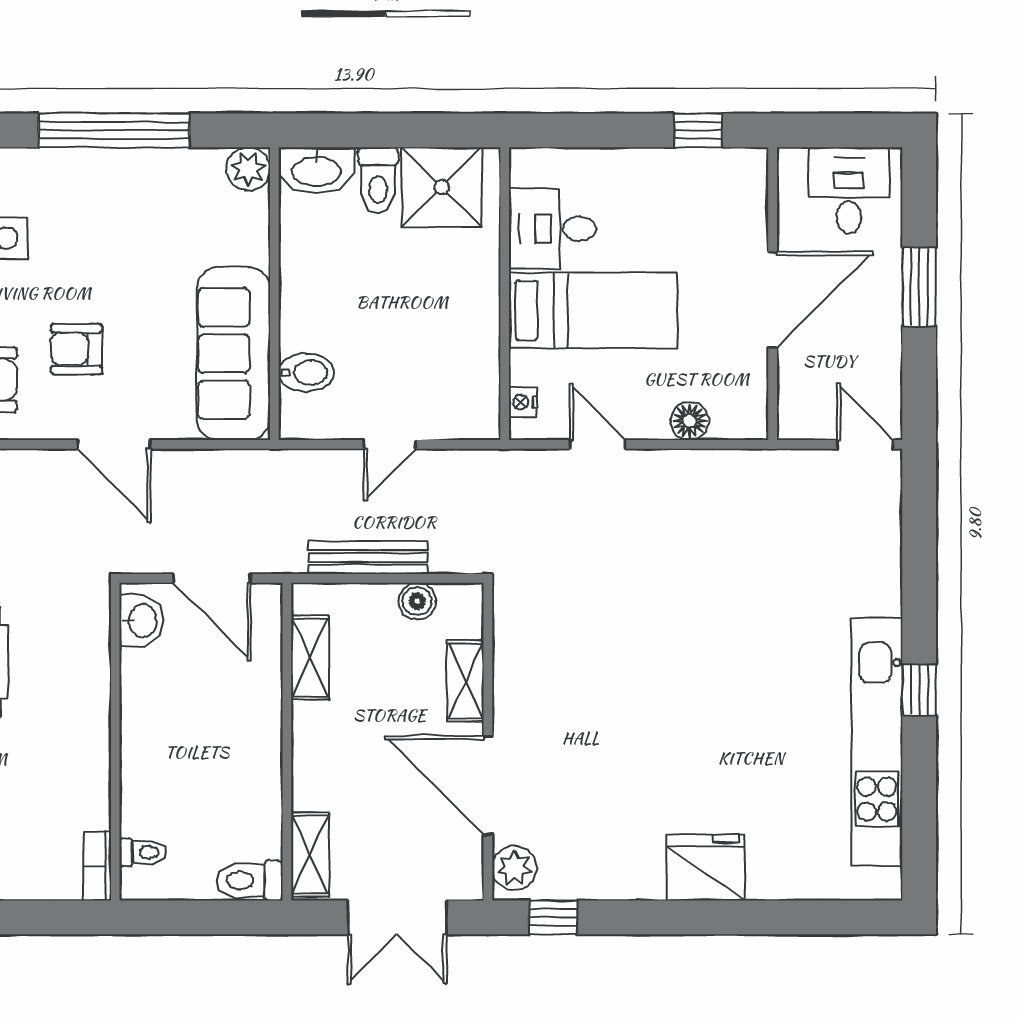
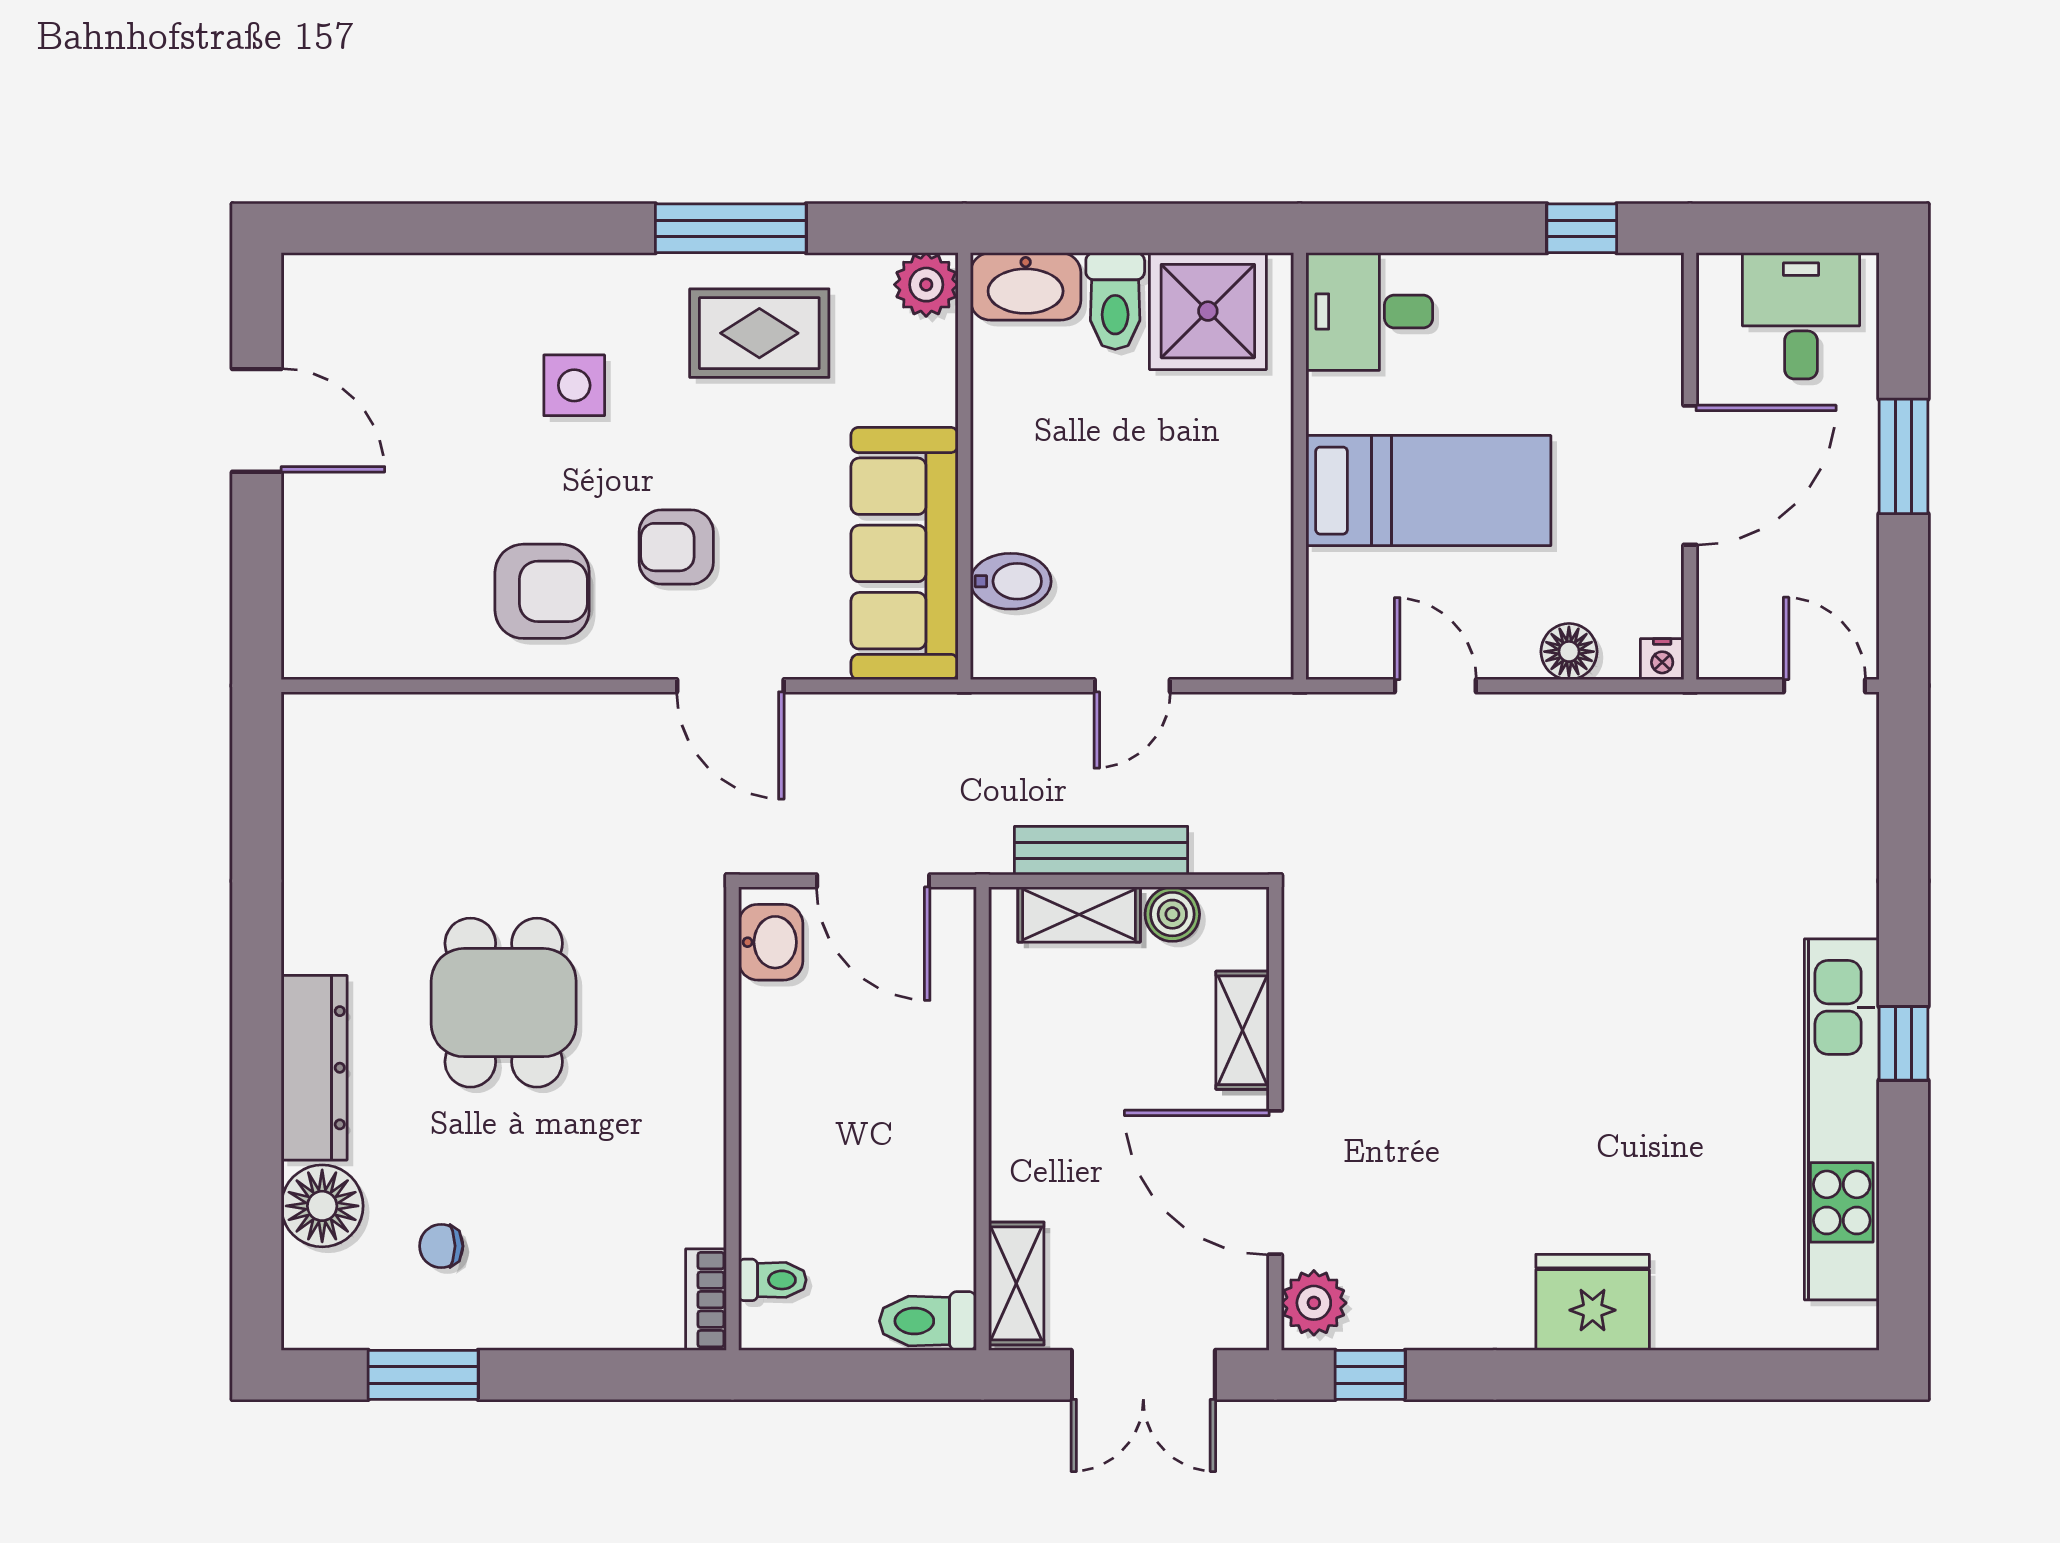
window: (114, 130) -> (731, 228), width x0.68
rug: (134, 202) -> (759, 333), added
desk: (552, 229) -> (1369, 311), moved
nightstand: (523, 402) -> (1662, 659), moved, turned -90
shelving: (310, 658) -> (1079, 915), moved, turned 90

